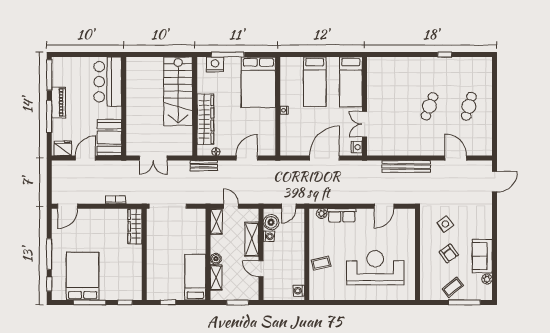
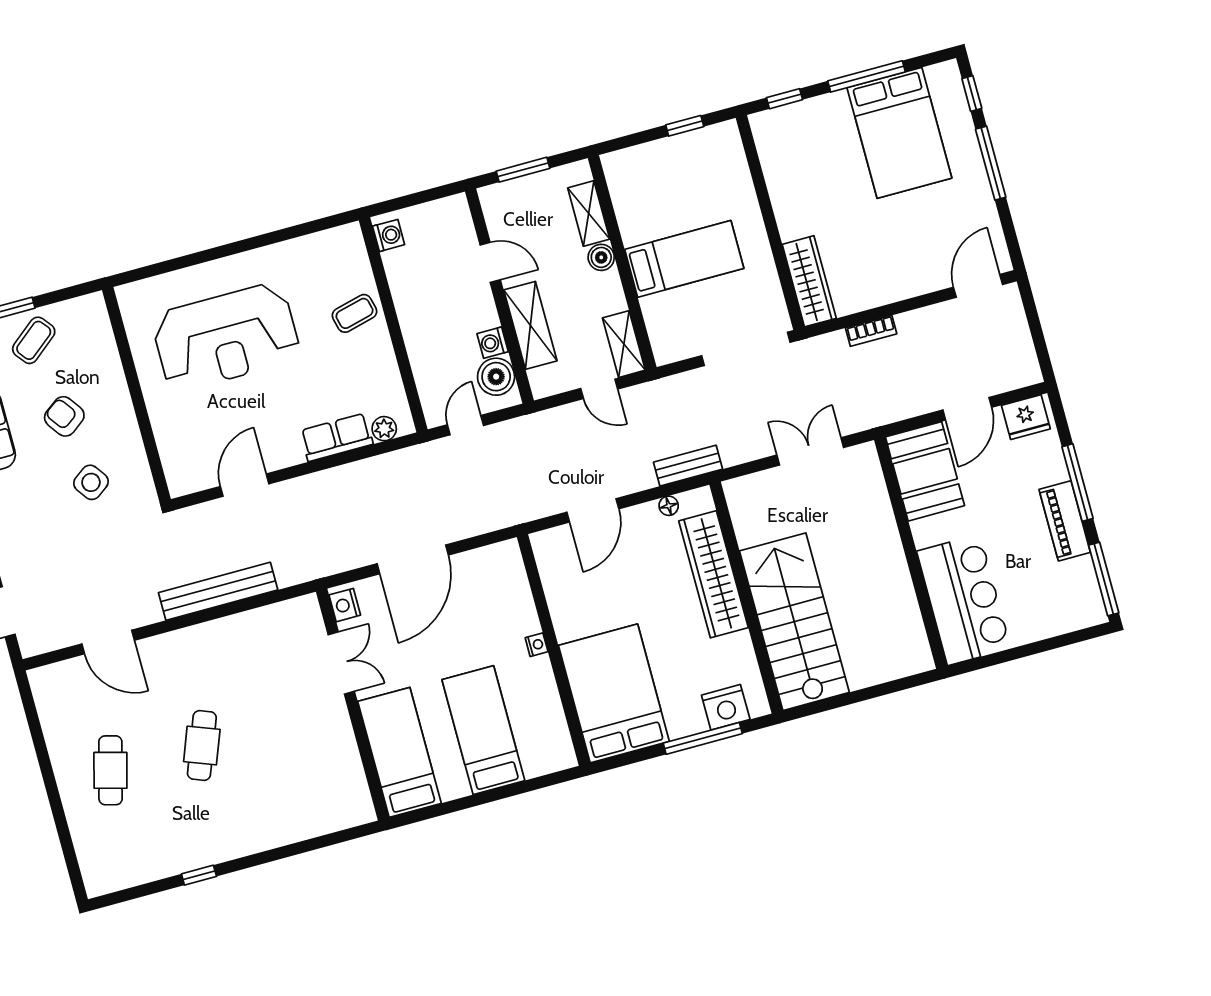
bed: (195, 277) -> (684, 259), moved, turned -90

